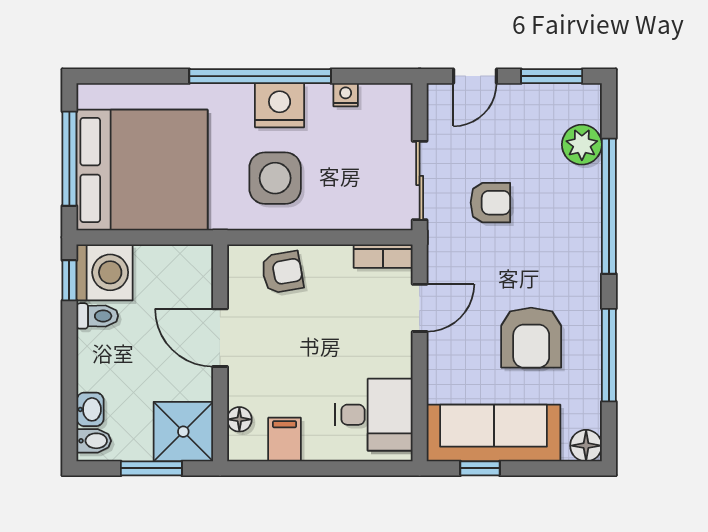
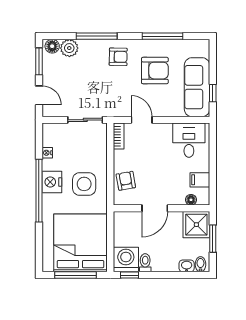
armchair: (490, 203) -> (118, 57), moved, turned 91
window: (609, 206) -> (97, 36), width x0.68
floor lamp: (586, 446) -> (52, 46), moved

